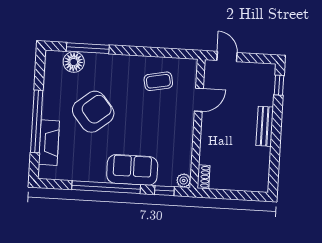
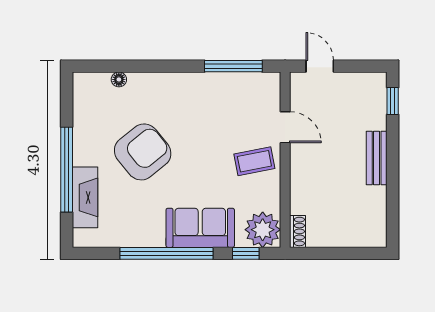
window: (88, 48) -> (233, 66), moved
floor lamp: (74, 62) -> (119, 79), width x0.53, depth x0.53
coffee table: (158, 81) -> (254, 161), moved
door: (199, 100) -> (285, 127), hinge flipped
plant: (184, 181) -> (263, 230), width x1.87, depth x1.87

